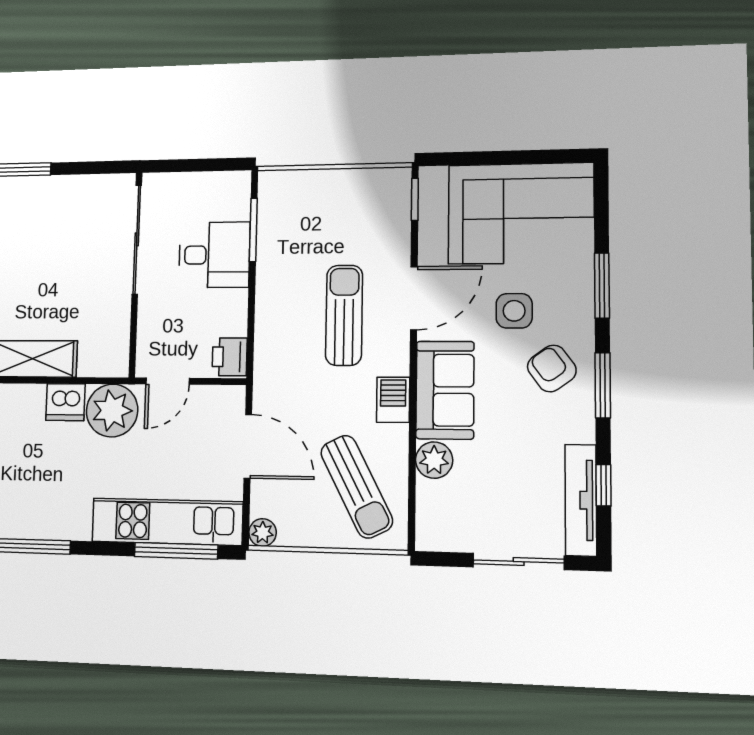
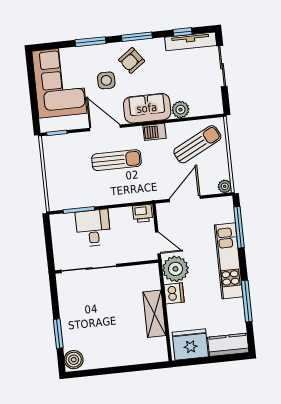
sun lounger: (344, 315) -> (117, 160), turned 180
kitchen unit: (167, 522) -> (229, 261), moved

